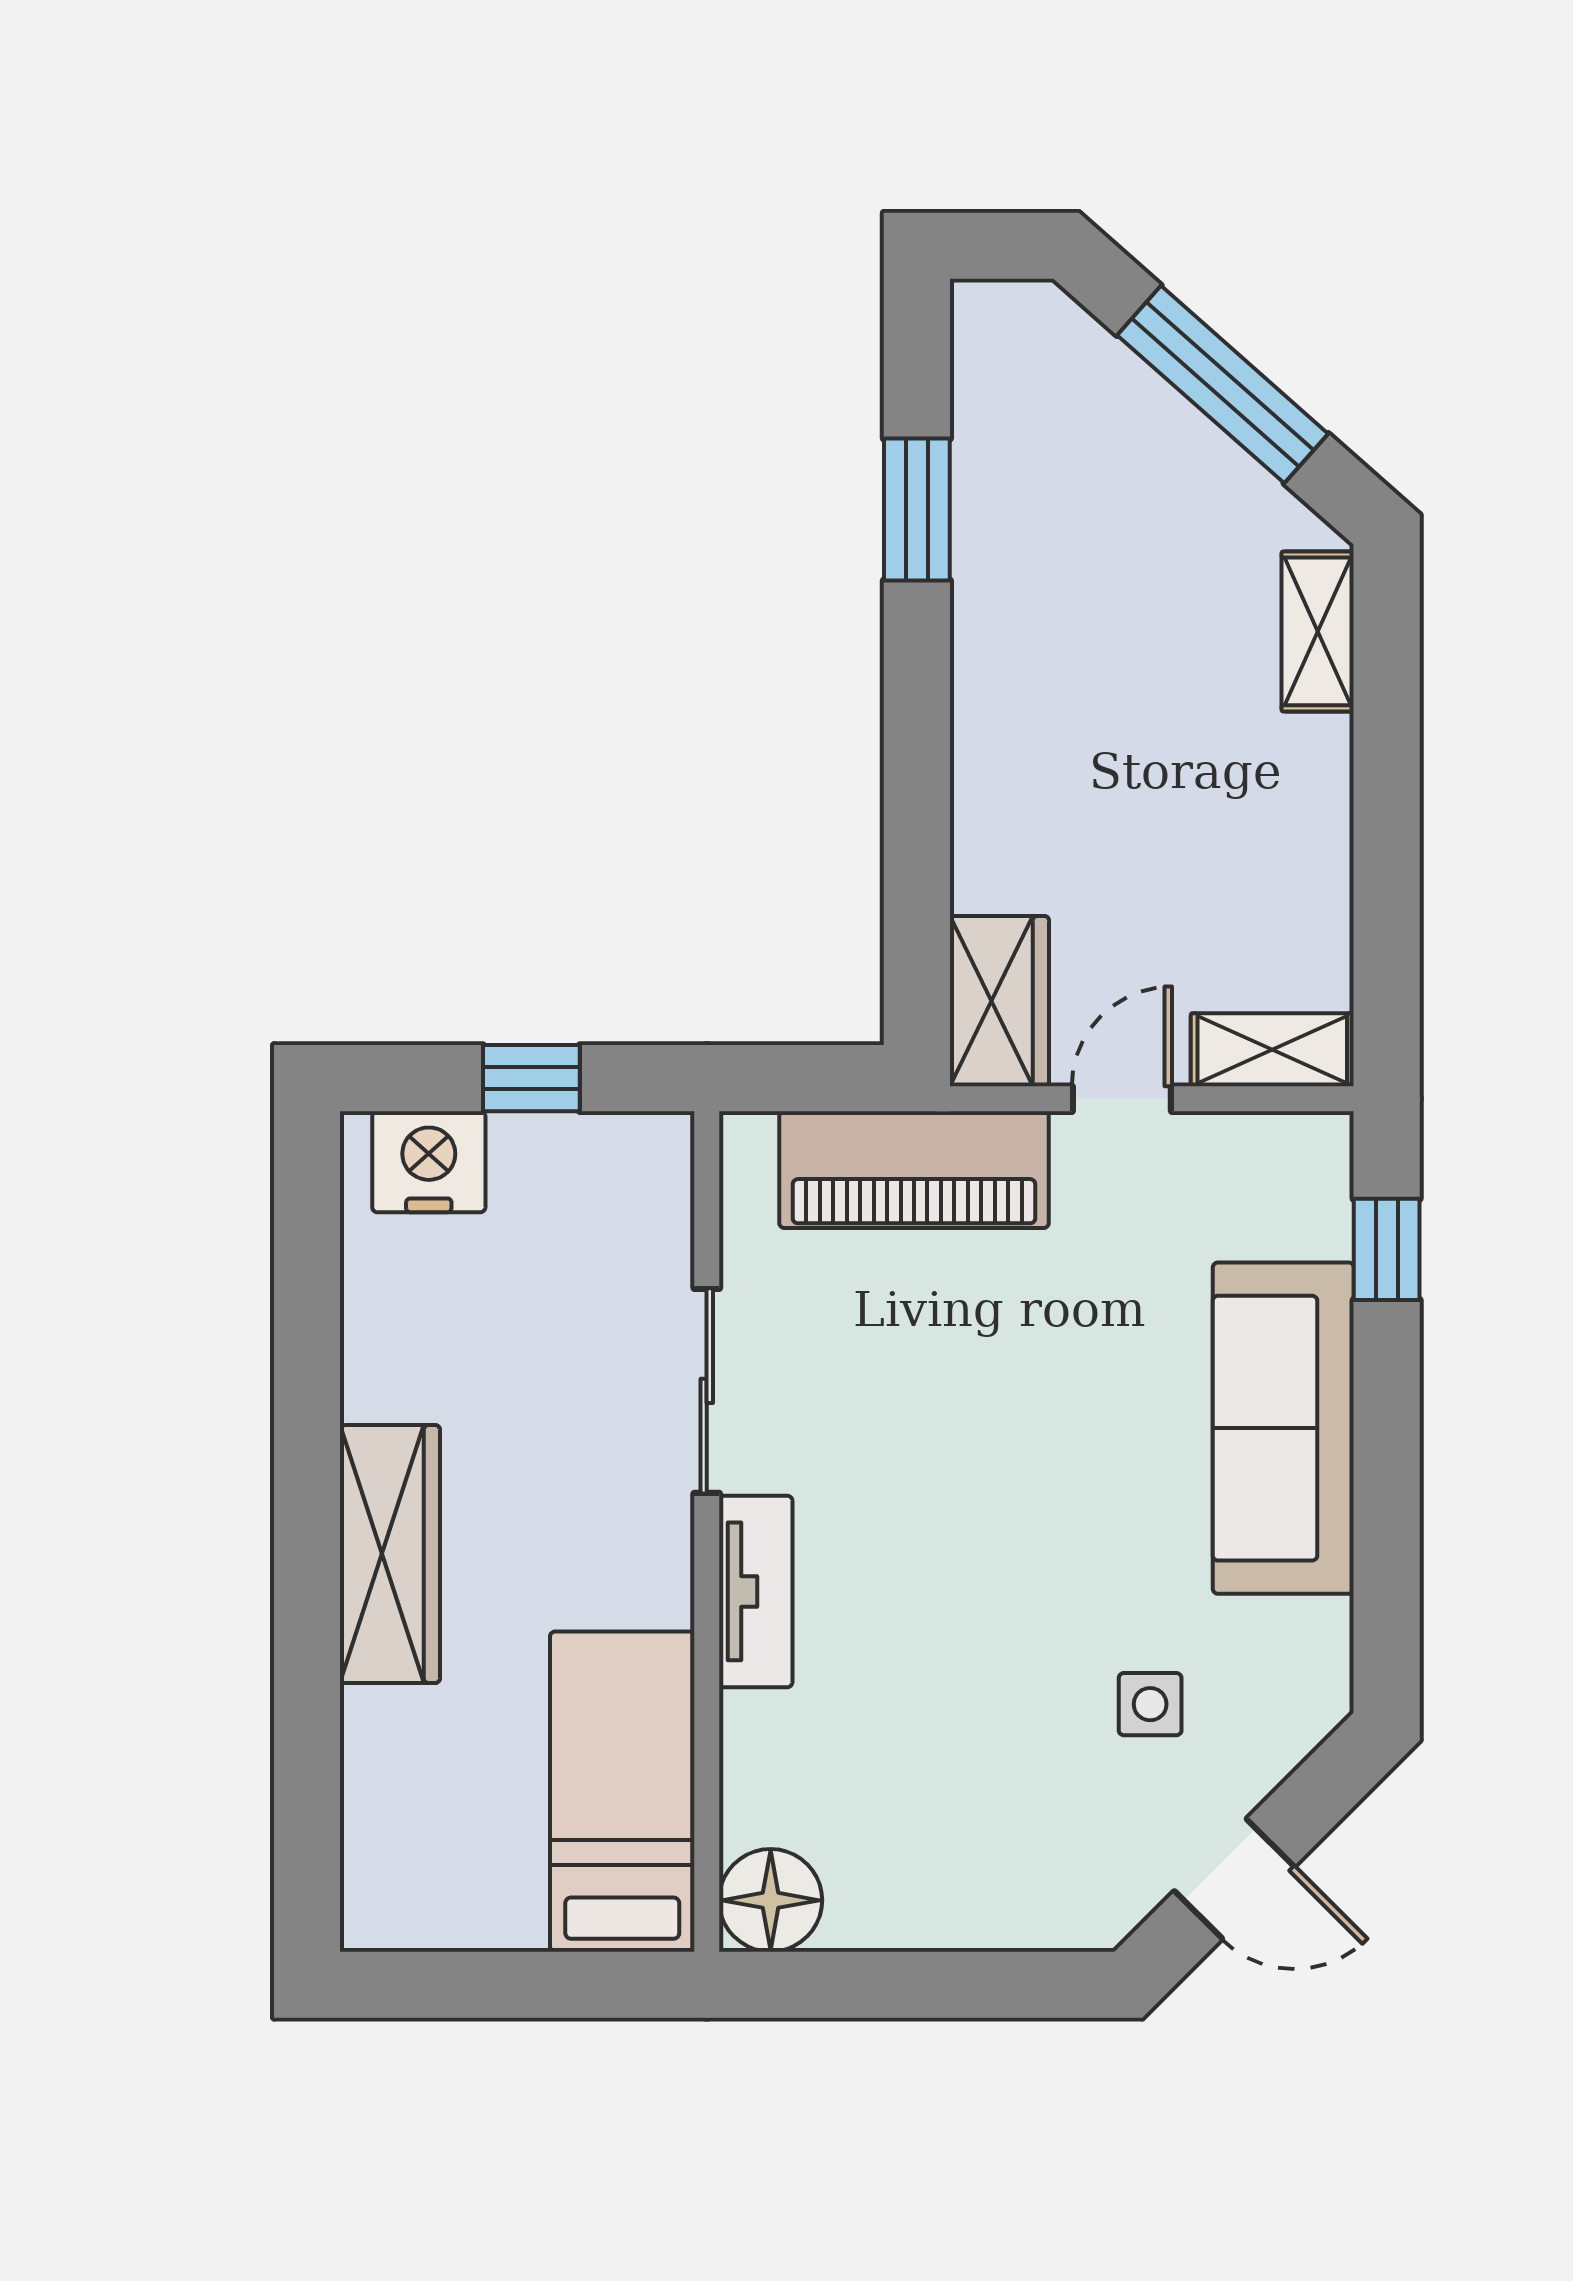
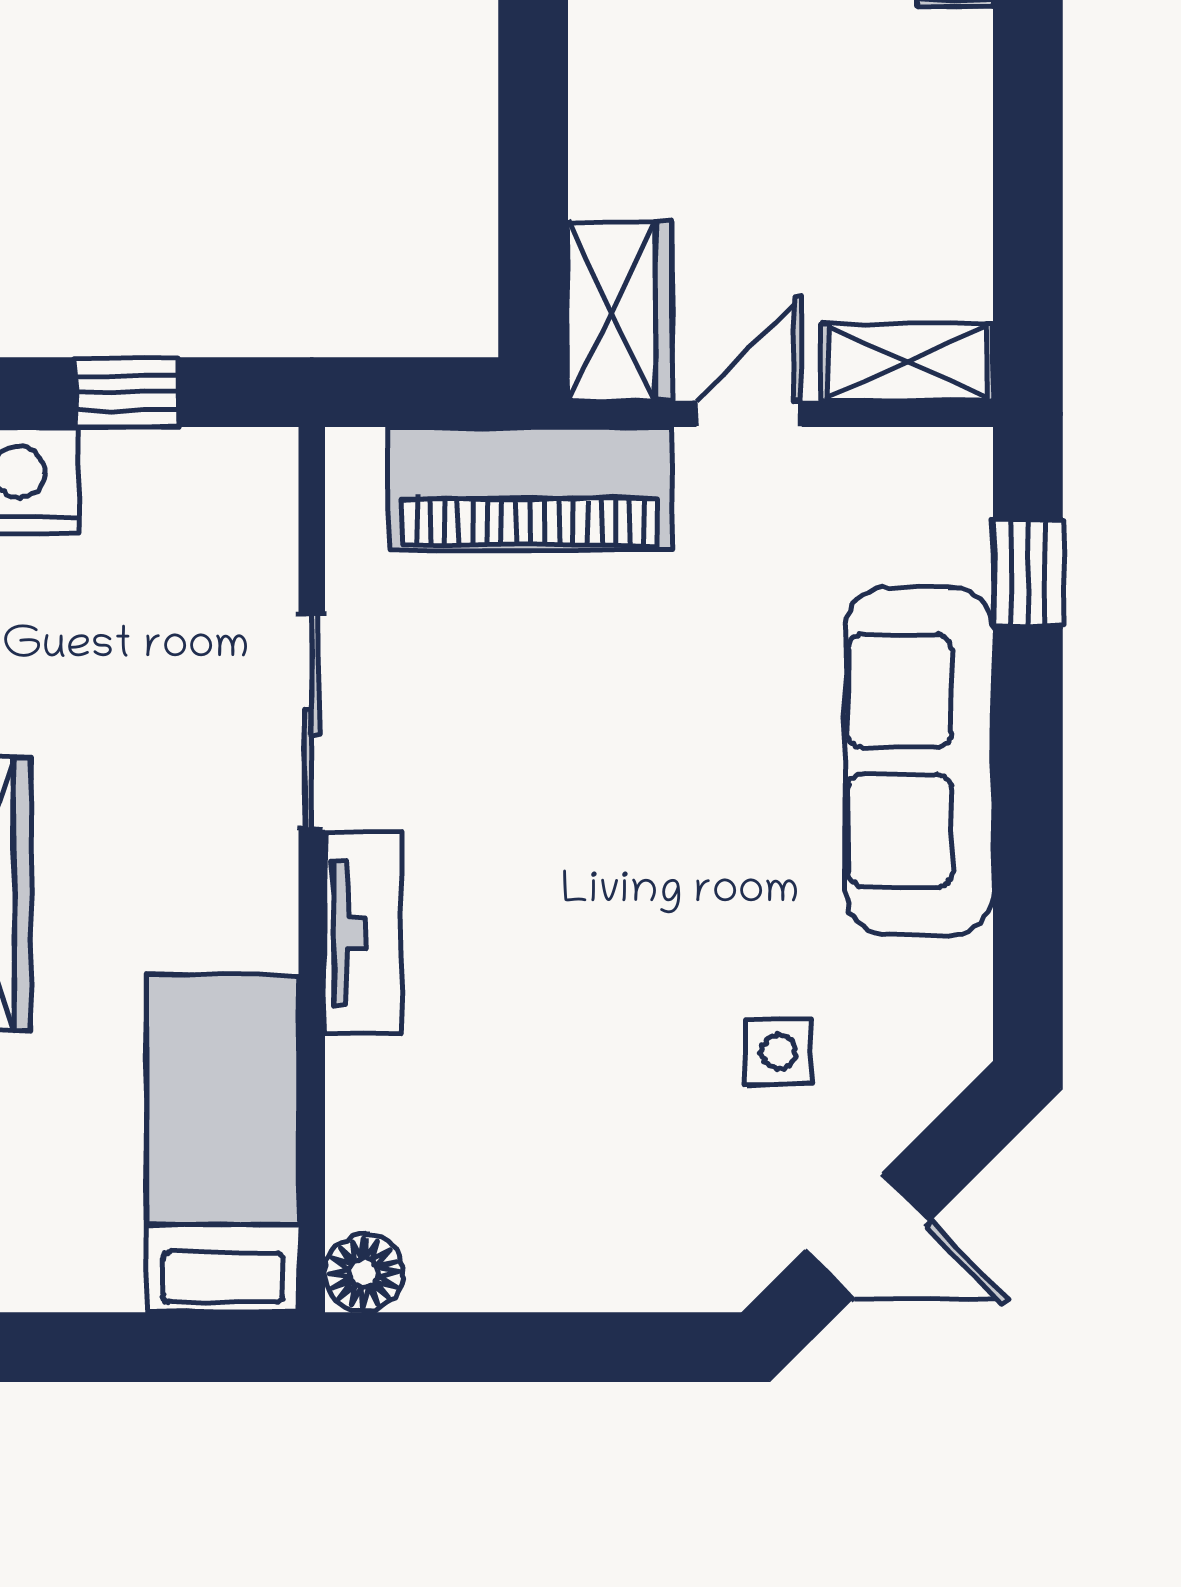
floor lamp: (771, 1900) -> (364, 1273), width x0.73, depth x0.73

